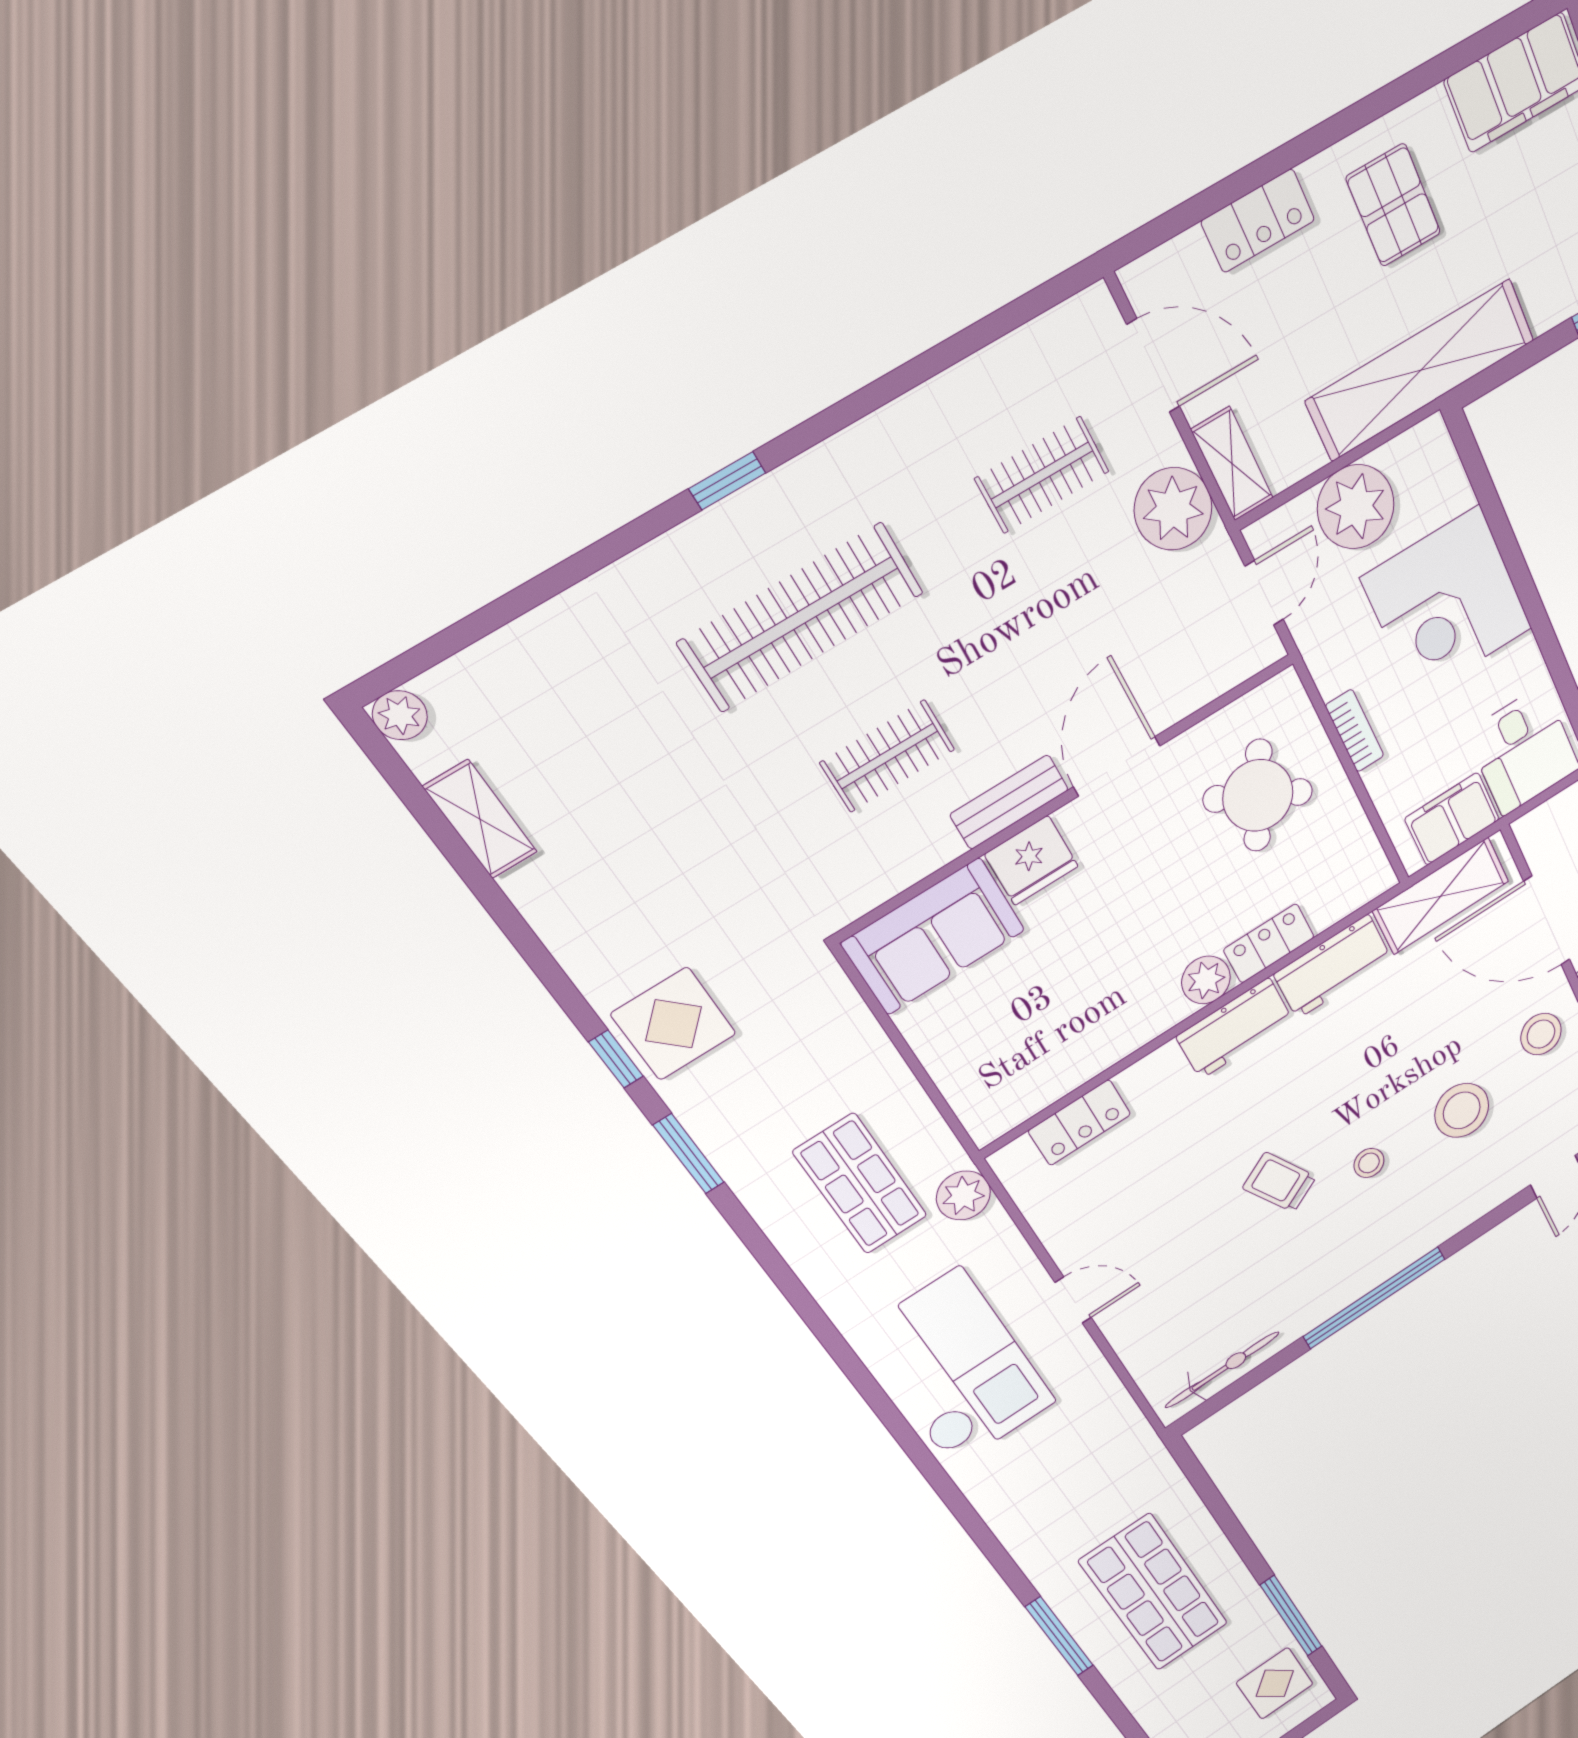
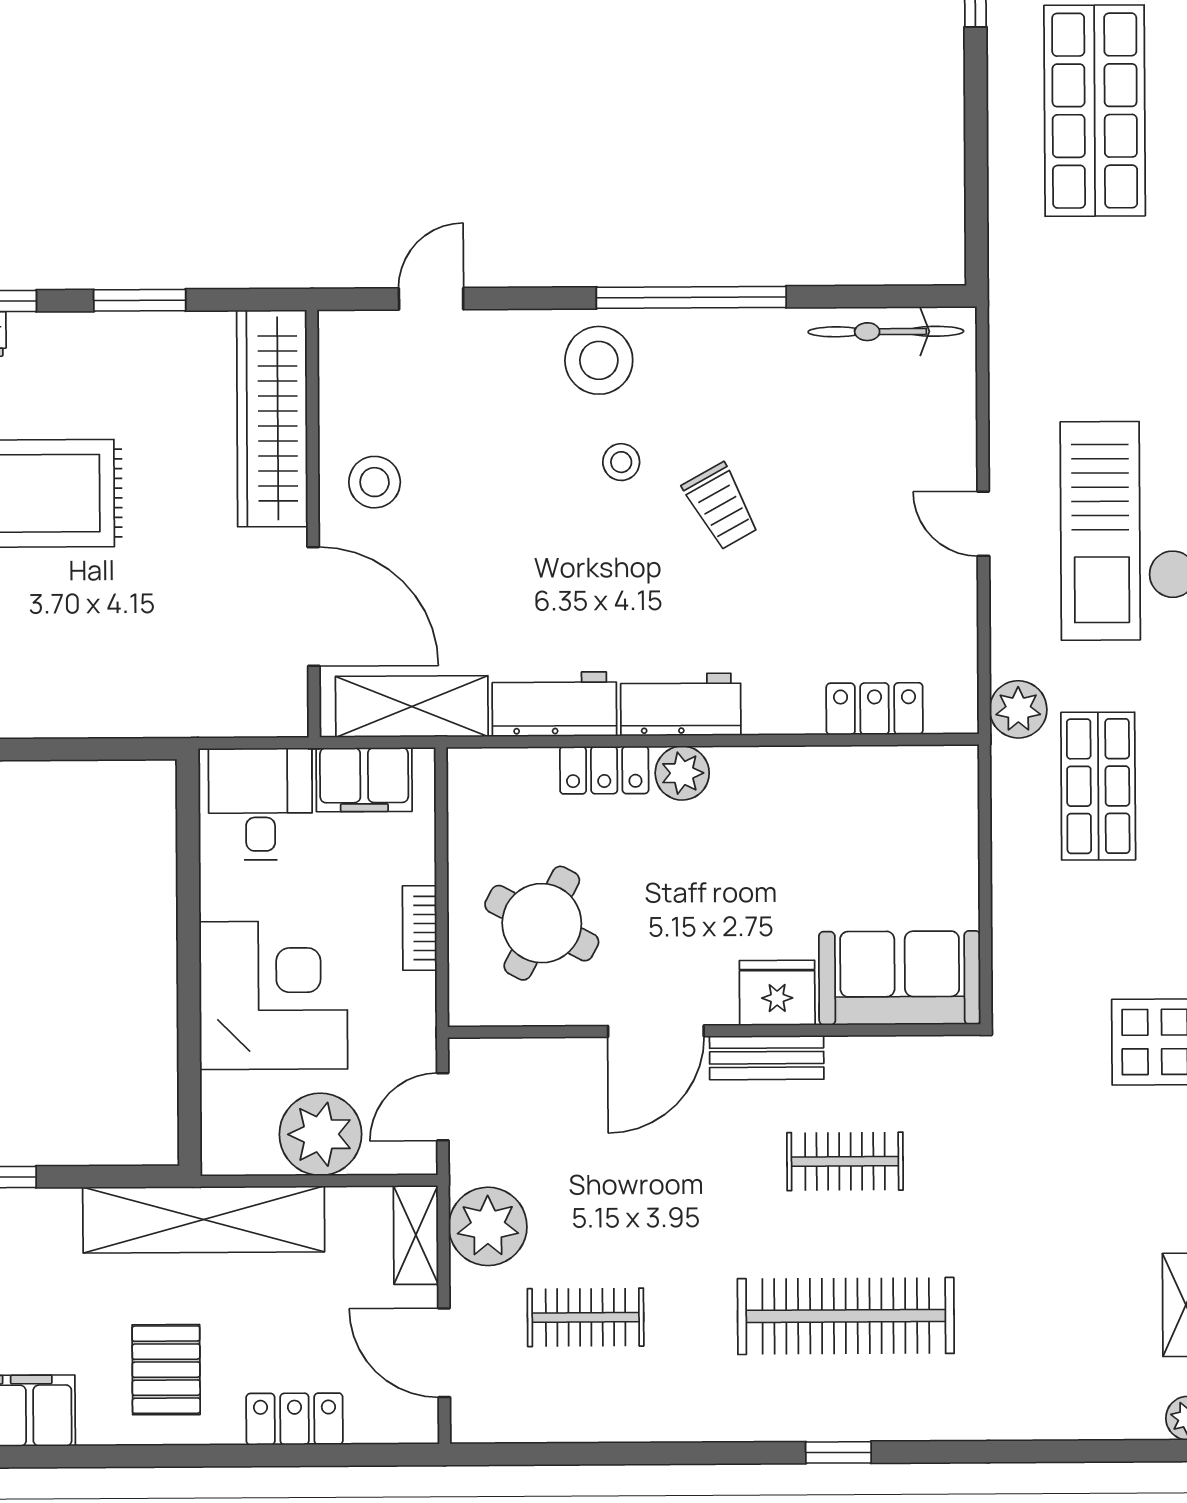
stool: (1462, 1110) -> (599, 360), moved

